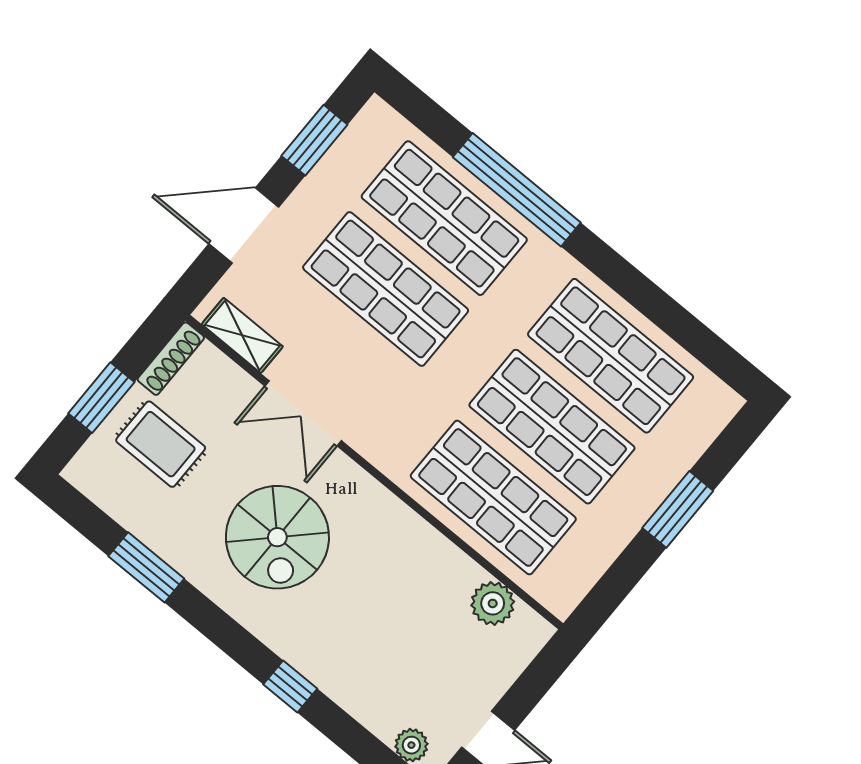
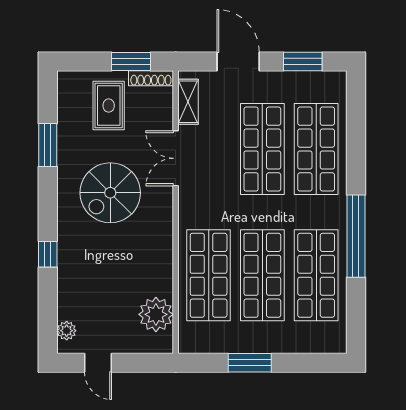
window: (517, 190) -> (356, 236), moved
window: (101, 398) -> (131, 61), moved
window: (678, 509) -> (250, 363), moved
plant: (493, 603) -> (156, 314), width x1.36, depth x1.36

